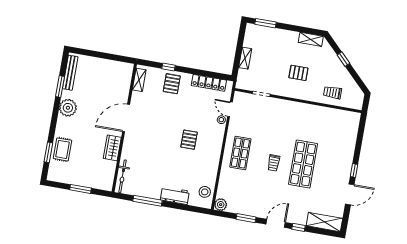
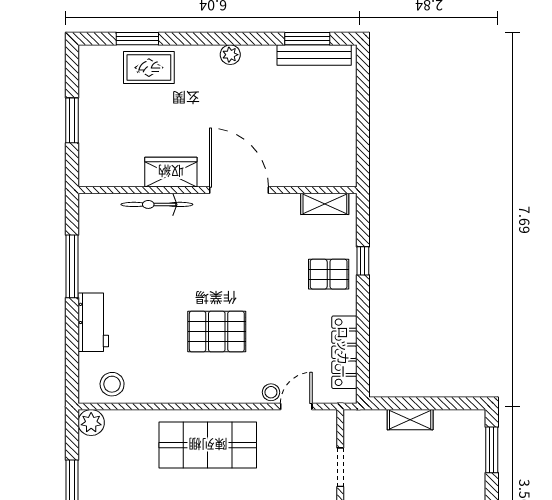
window: (60, 87) -> (307, 39), moved
plant: (68, 108) -> (230, 55), width x0.53, depth x0.53
pallet: (189, 140) -> (217, 331), width x1.50, depth x1.42
shop shelf: (240, 153) -> (208, 445), width x1.43, depth x1.36
bicycle: (123, 176) -> (157, 204), moved

